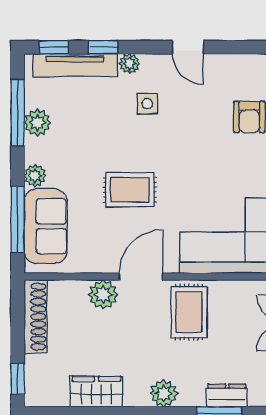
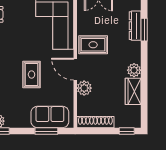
plant: (35, 176) -> (25, 122), removed
window: (18, 219) -> (46, 131), width x0.69
plant: (164, 393) -> (134, 70), moved
dresser: (227, 395) -> (135, 26), width x1.44

